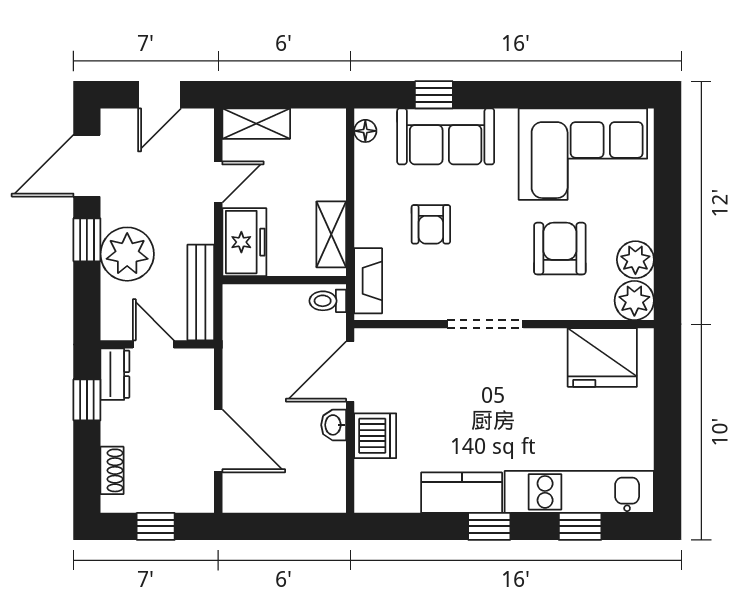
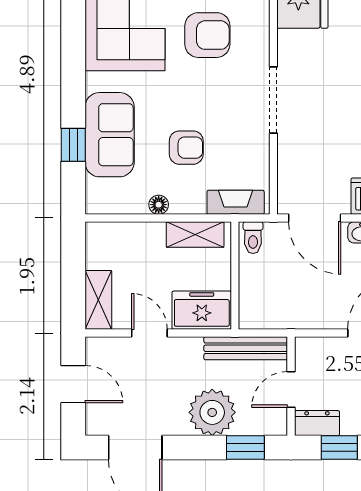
floor lamp: (365, 131) -> (159, 205), moved
window: (87, 240) -> (245, 448), moved
armchair: (560, 249) -> (207, 35), turned 180

